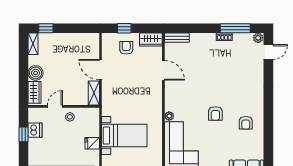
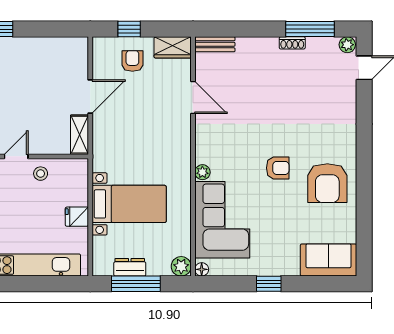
door: (100, 70) -> (90, 96), swing flipped
armchair: (215, 113) -> (278, 168), turned -90
armchair: (246, 123) -> (327, 183), width x1.88, depth x1.88

